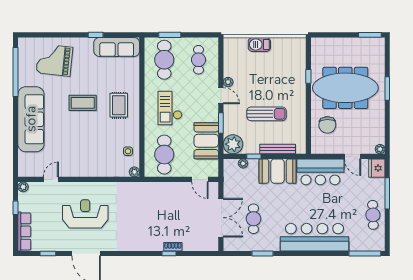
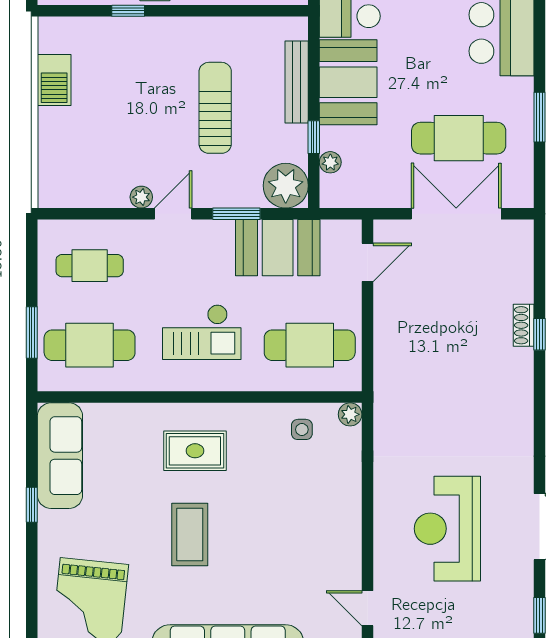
barbecue: (259, 44) -> (54, 80), moved
cafe table: (253, 219) -> (459, 138), width x1.37, depth x1.35

